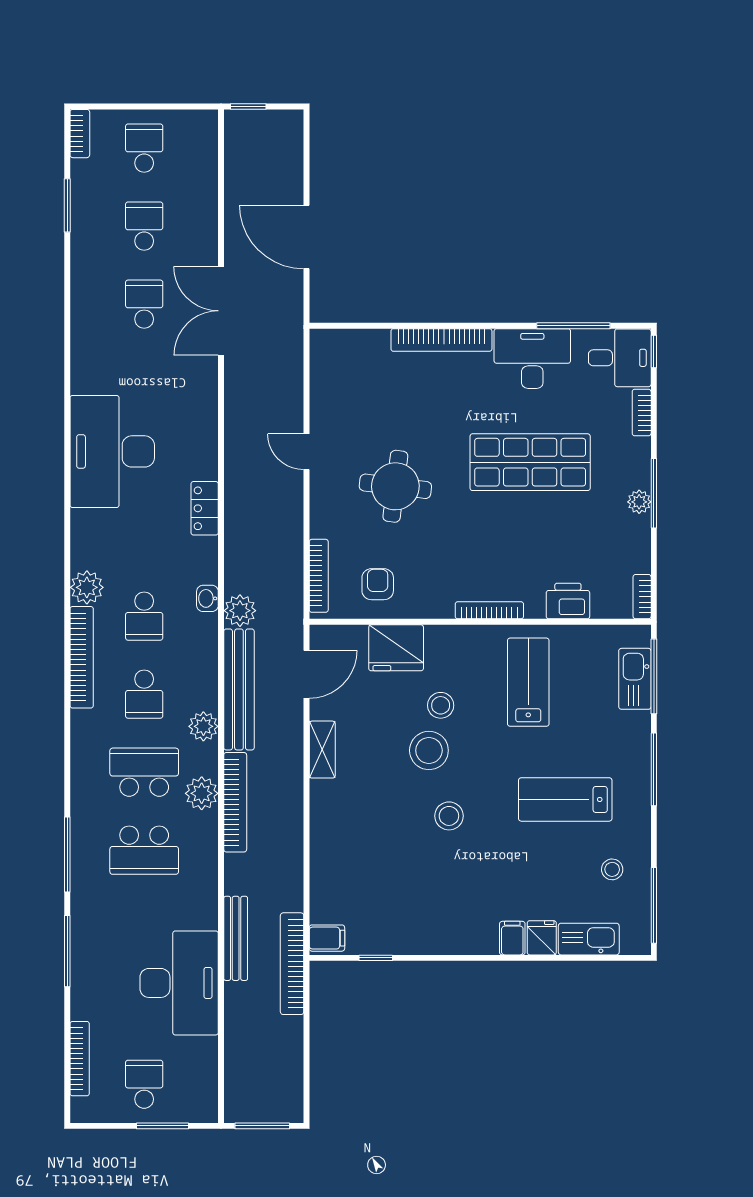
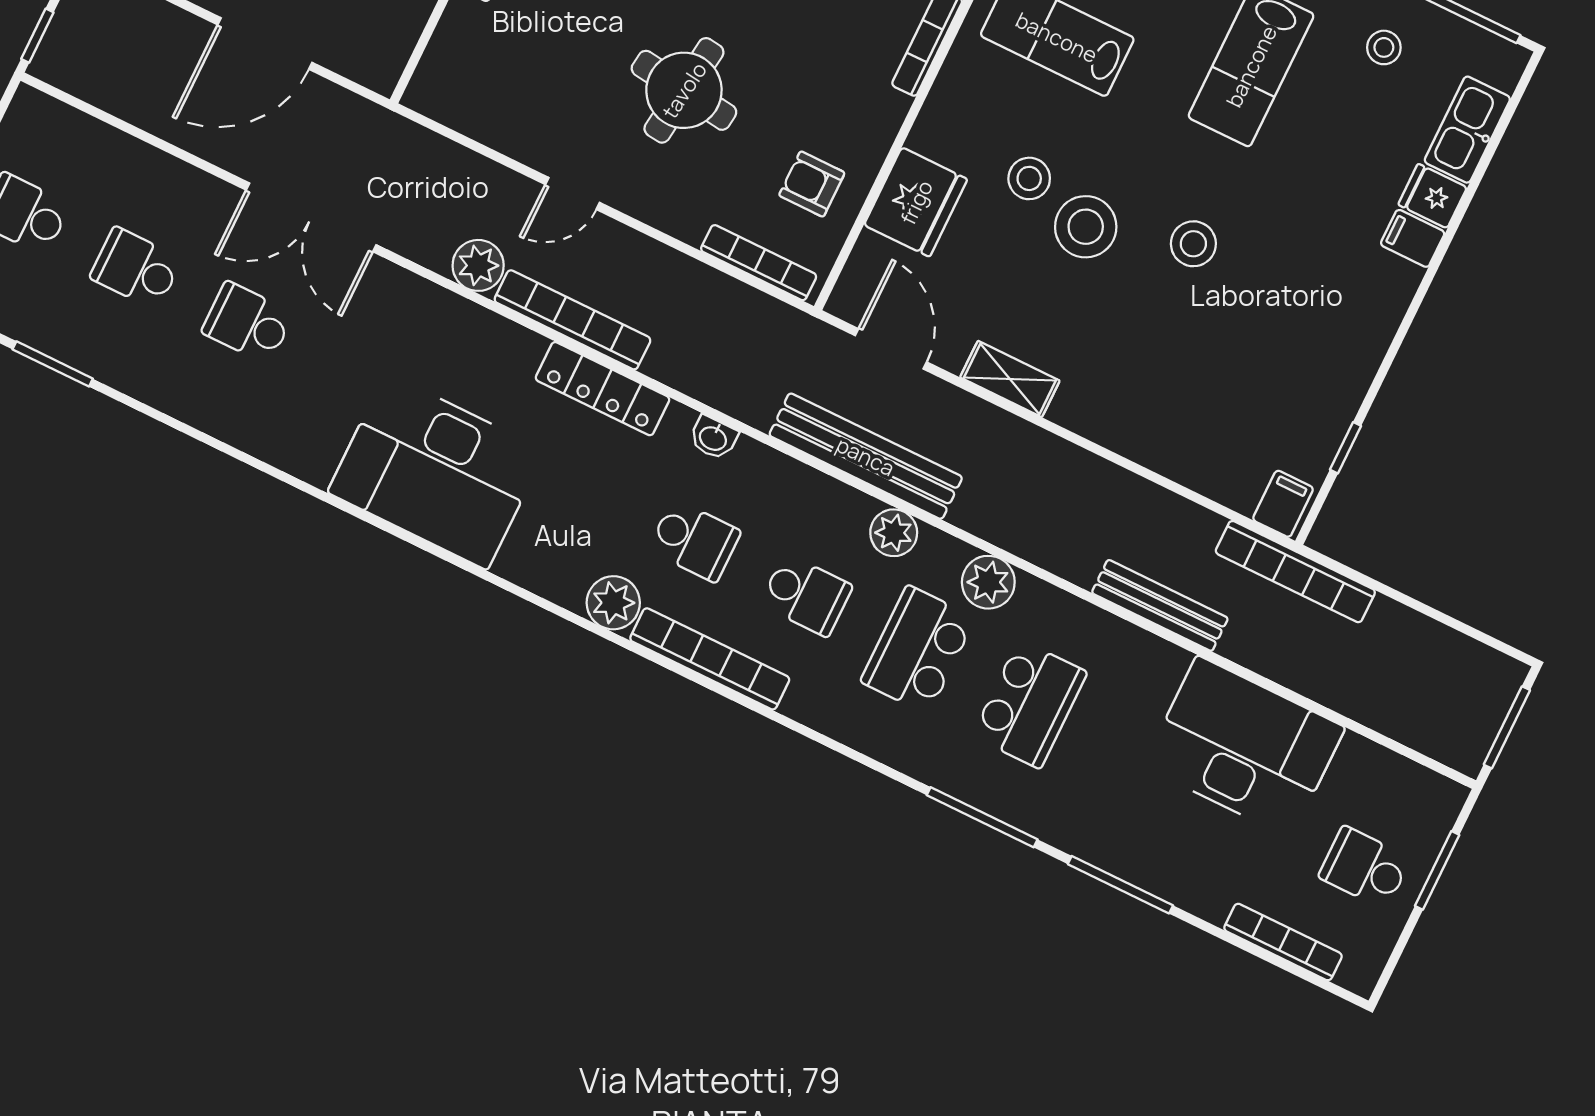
locker: (205, 508) -> (603, 389), width x1.53
plant: (240, 611) -> (478, 265), moved
bookcase: (235, 802) -> (572, 320), moved
bench: (236, 938) -> (1160, 605), moved

